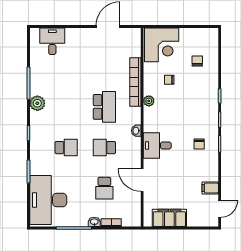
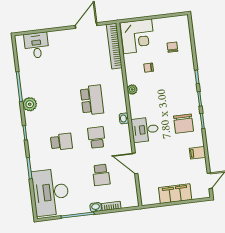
bookcase: (135, 82) -> (114, 46), moved
chair: (199, 144) -> (183, 124), width x1.87, depth x1.87
school desk: (104, 148) -> (97, 137), turned 90
filing cabinet: (210, 188) -> (197, 153), moved
filing cabinet: (169, 218) -> (175, 194), moved

